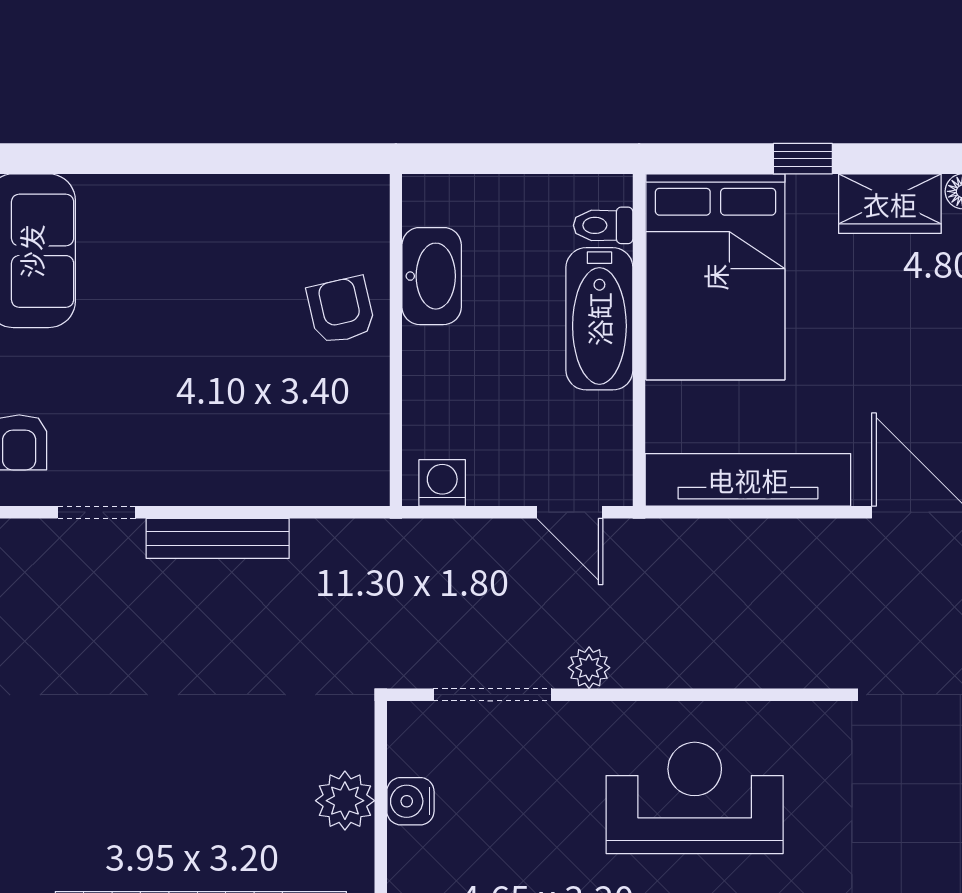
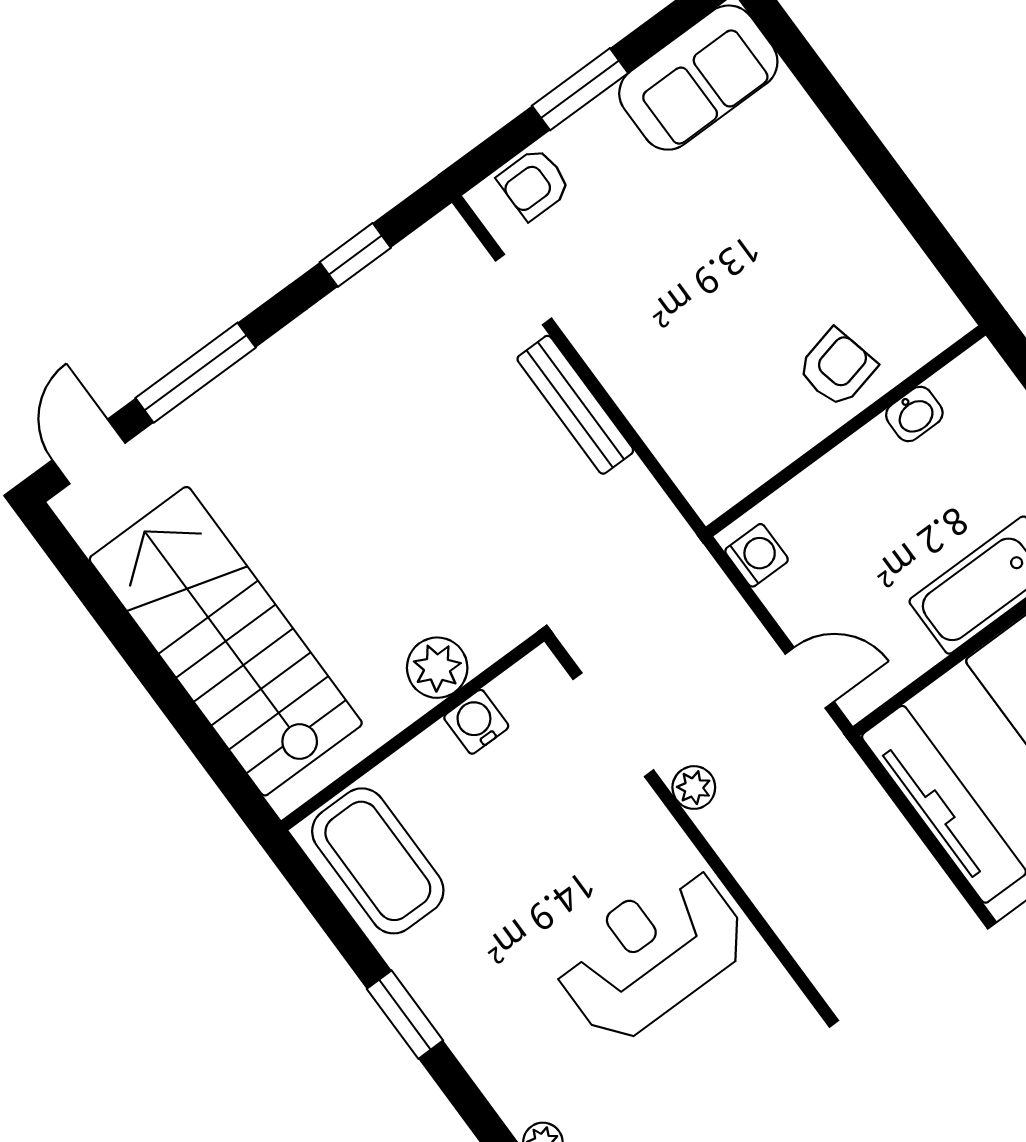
washbasin: (432, 276) -> (914, 414), width x0.52, depth x0.69
door: (570, 512) -> (810, 678), swing flipped
reception desk: (695, 798) -> (651, 953), turned -90

